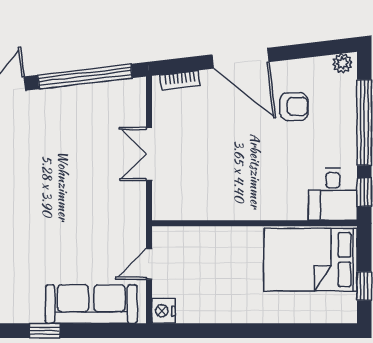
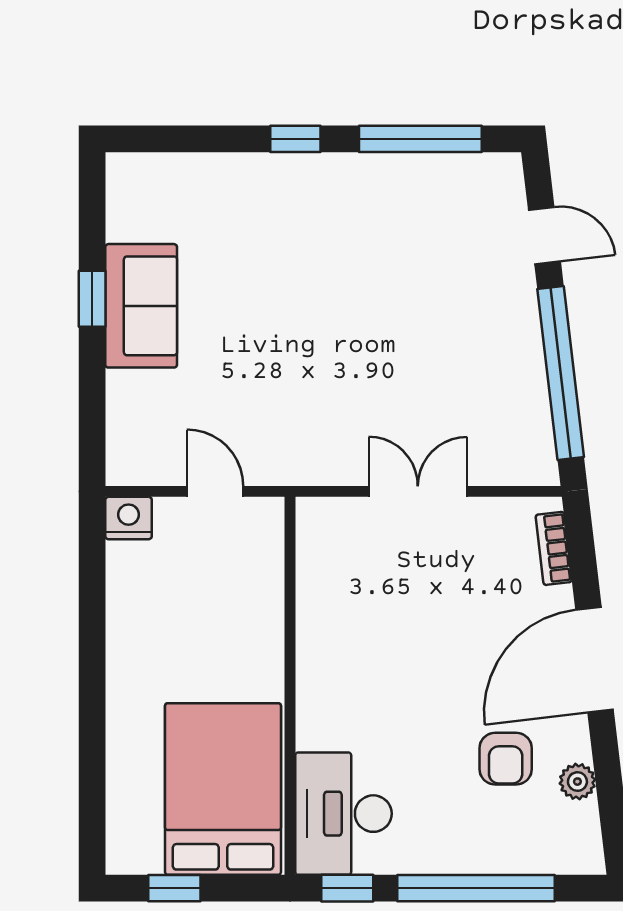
plant: (342, 63) -> (577, 782), moved
desk: (333, 194) -> (343, 814), width x1.37
sofa: (91, 304) -> (141, 306), moved, width x0.73

